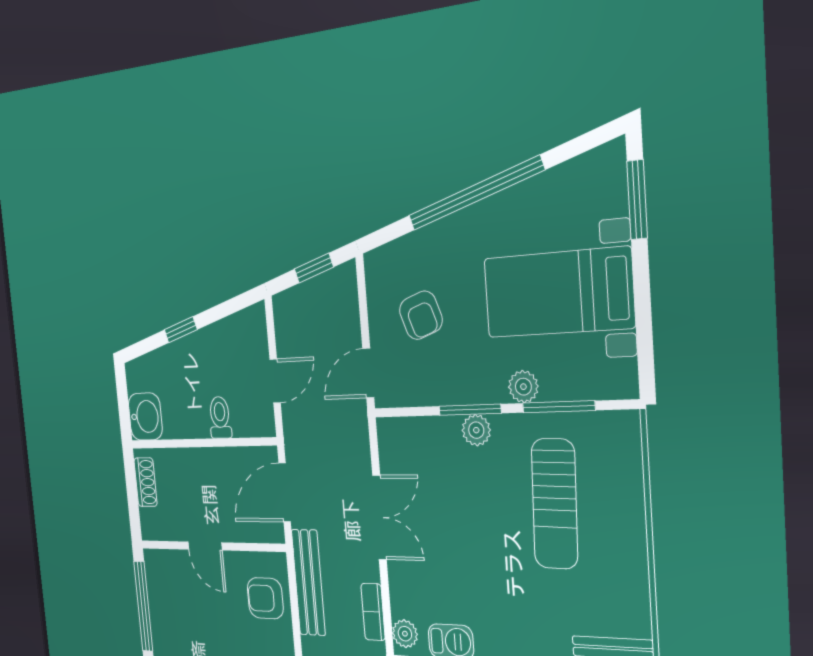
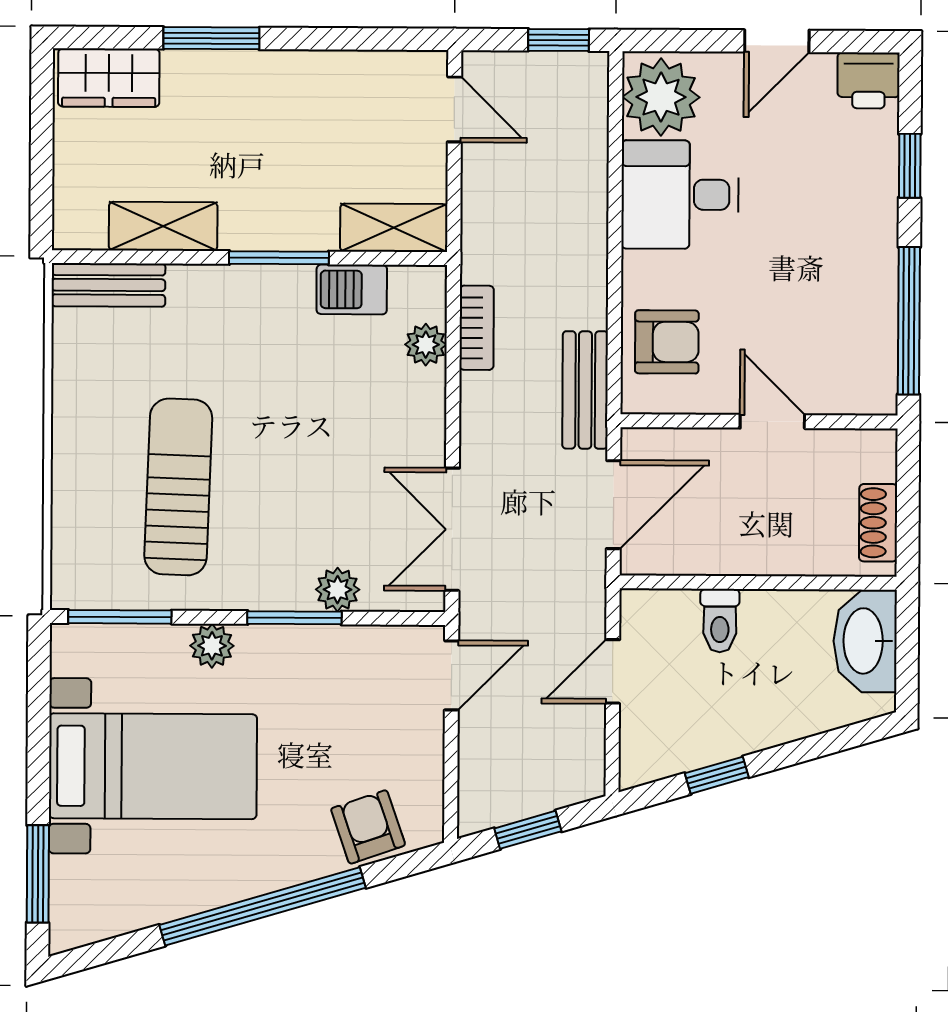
armchair: (421, 315) -> (368, 827), moved
window: (181, 330) -> (717, 775), moved
window: (559, 407) -> (120, 617), moved
washbasin: (145, 417) -> (865, 641), width x1.38
plant: (476, 430) -> (338, 590), moved
double door: (380, 518) -> (452, 529), moved
bench: (308, 583) -> (585, 390), width x0.73
plant: (405, 634) -> (426, 345), moved

